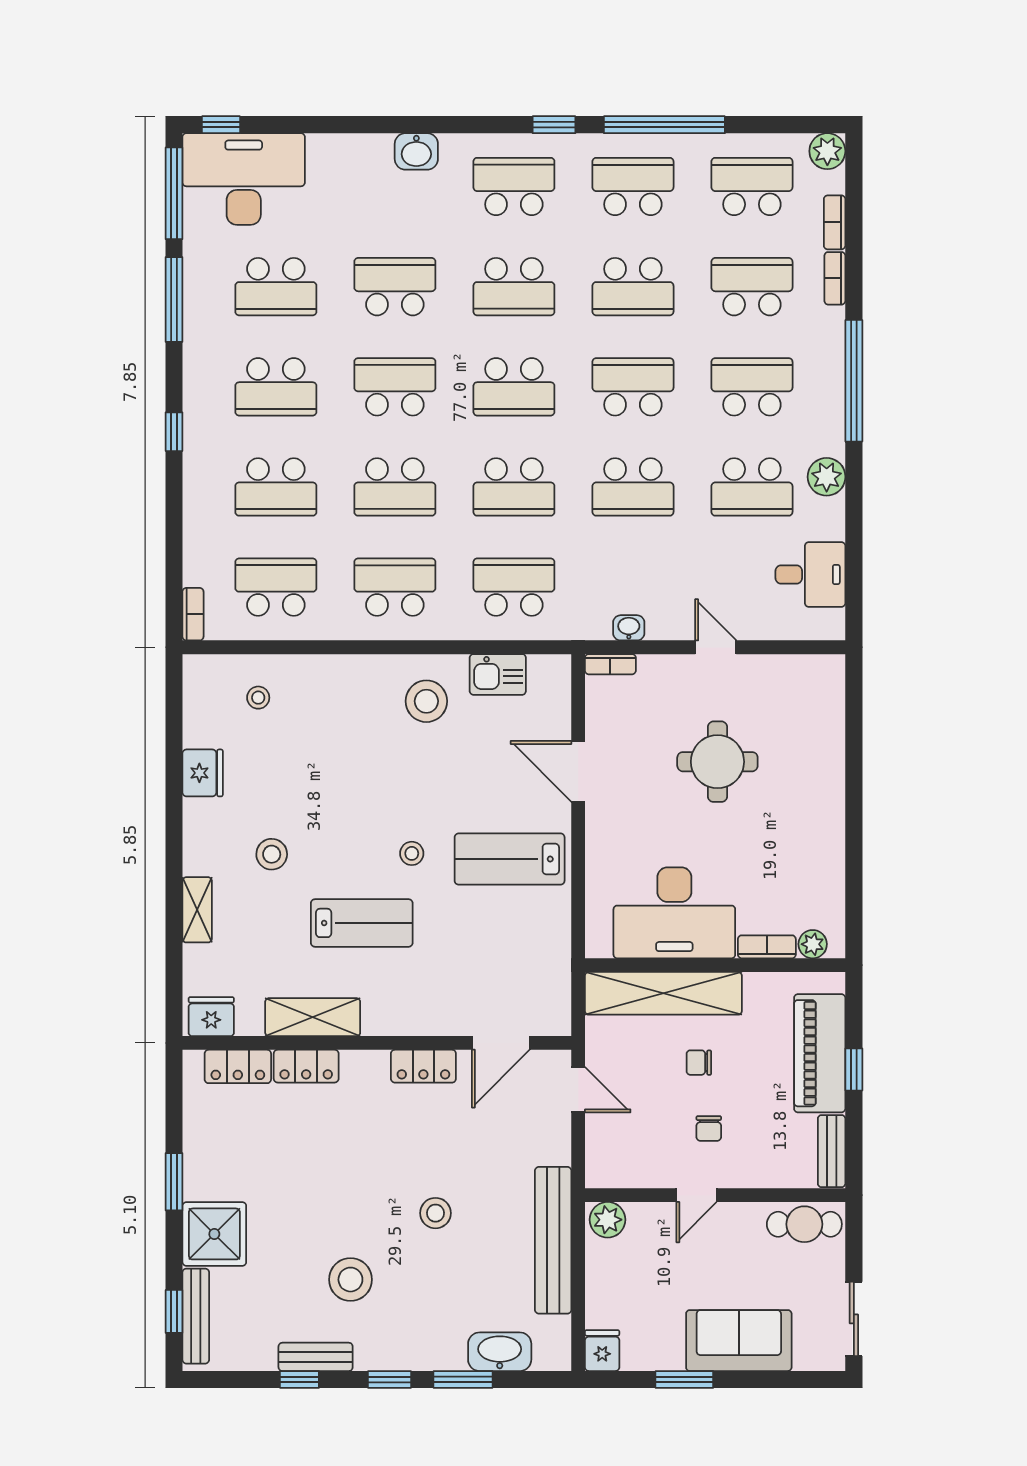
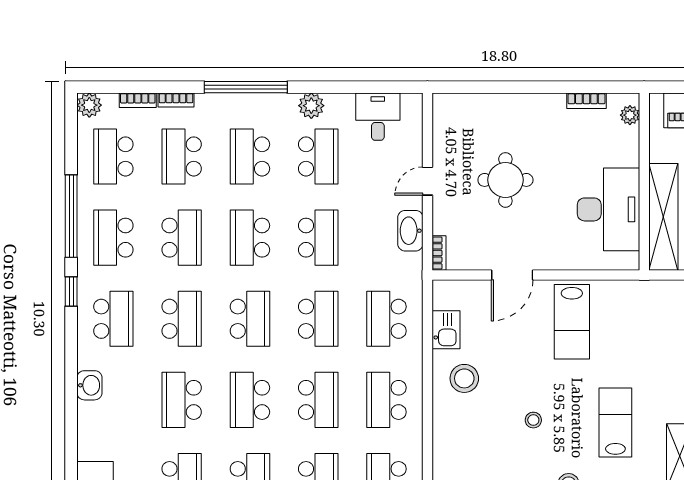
school desk: (514, 186) -> (113, 319), turned 180
washbasin: (629, 628) -> (410, 231), width x1.91, depth x1.45
stool: (412, 853) -> (533, 420), moved
bookcase: (767, 947) -> (586, 101), moved, turned -90

